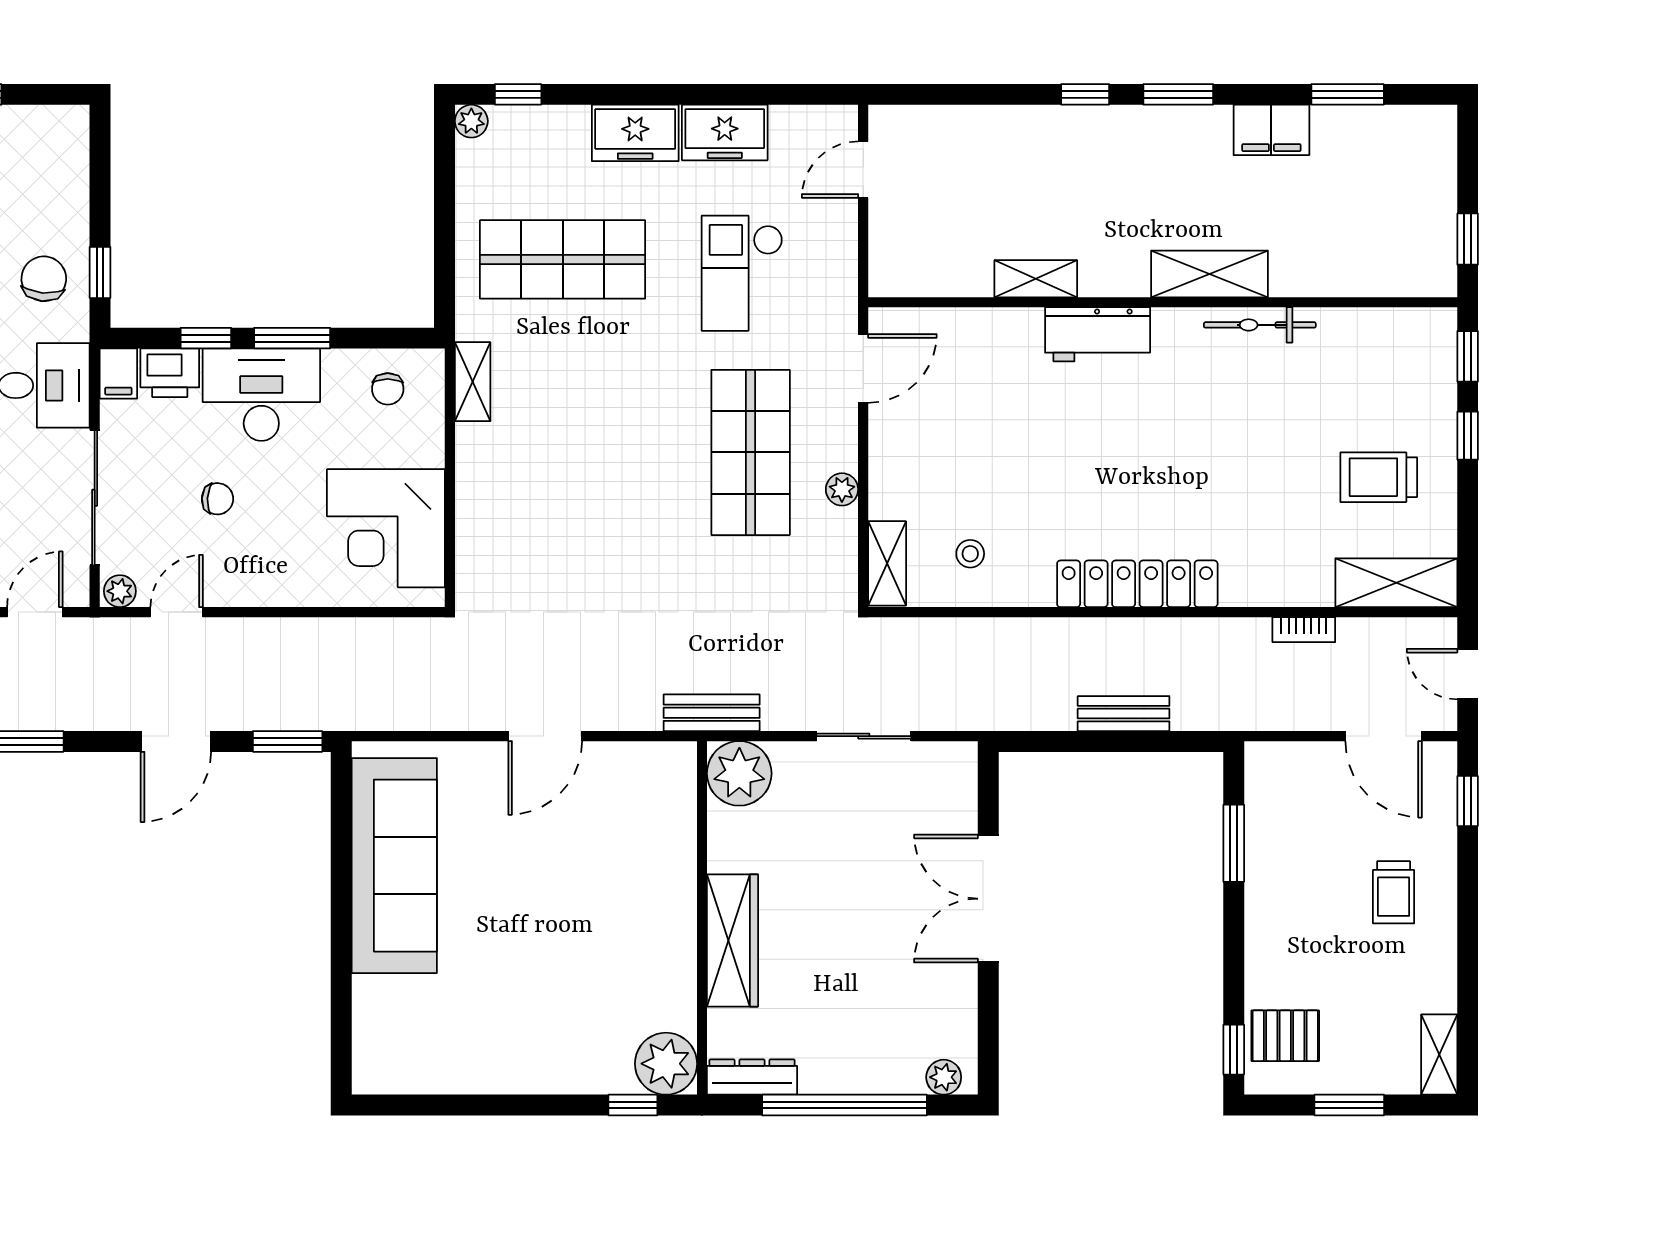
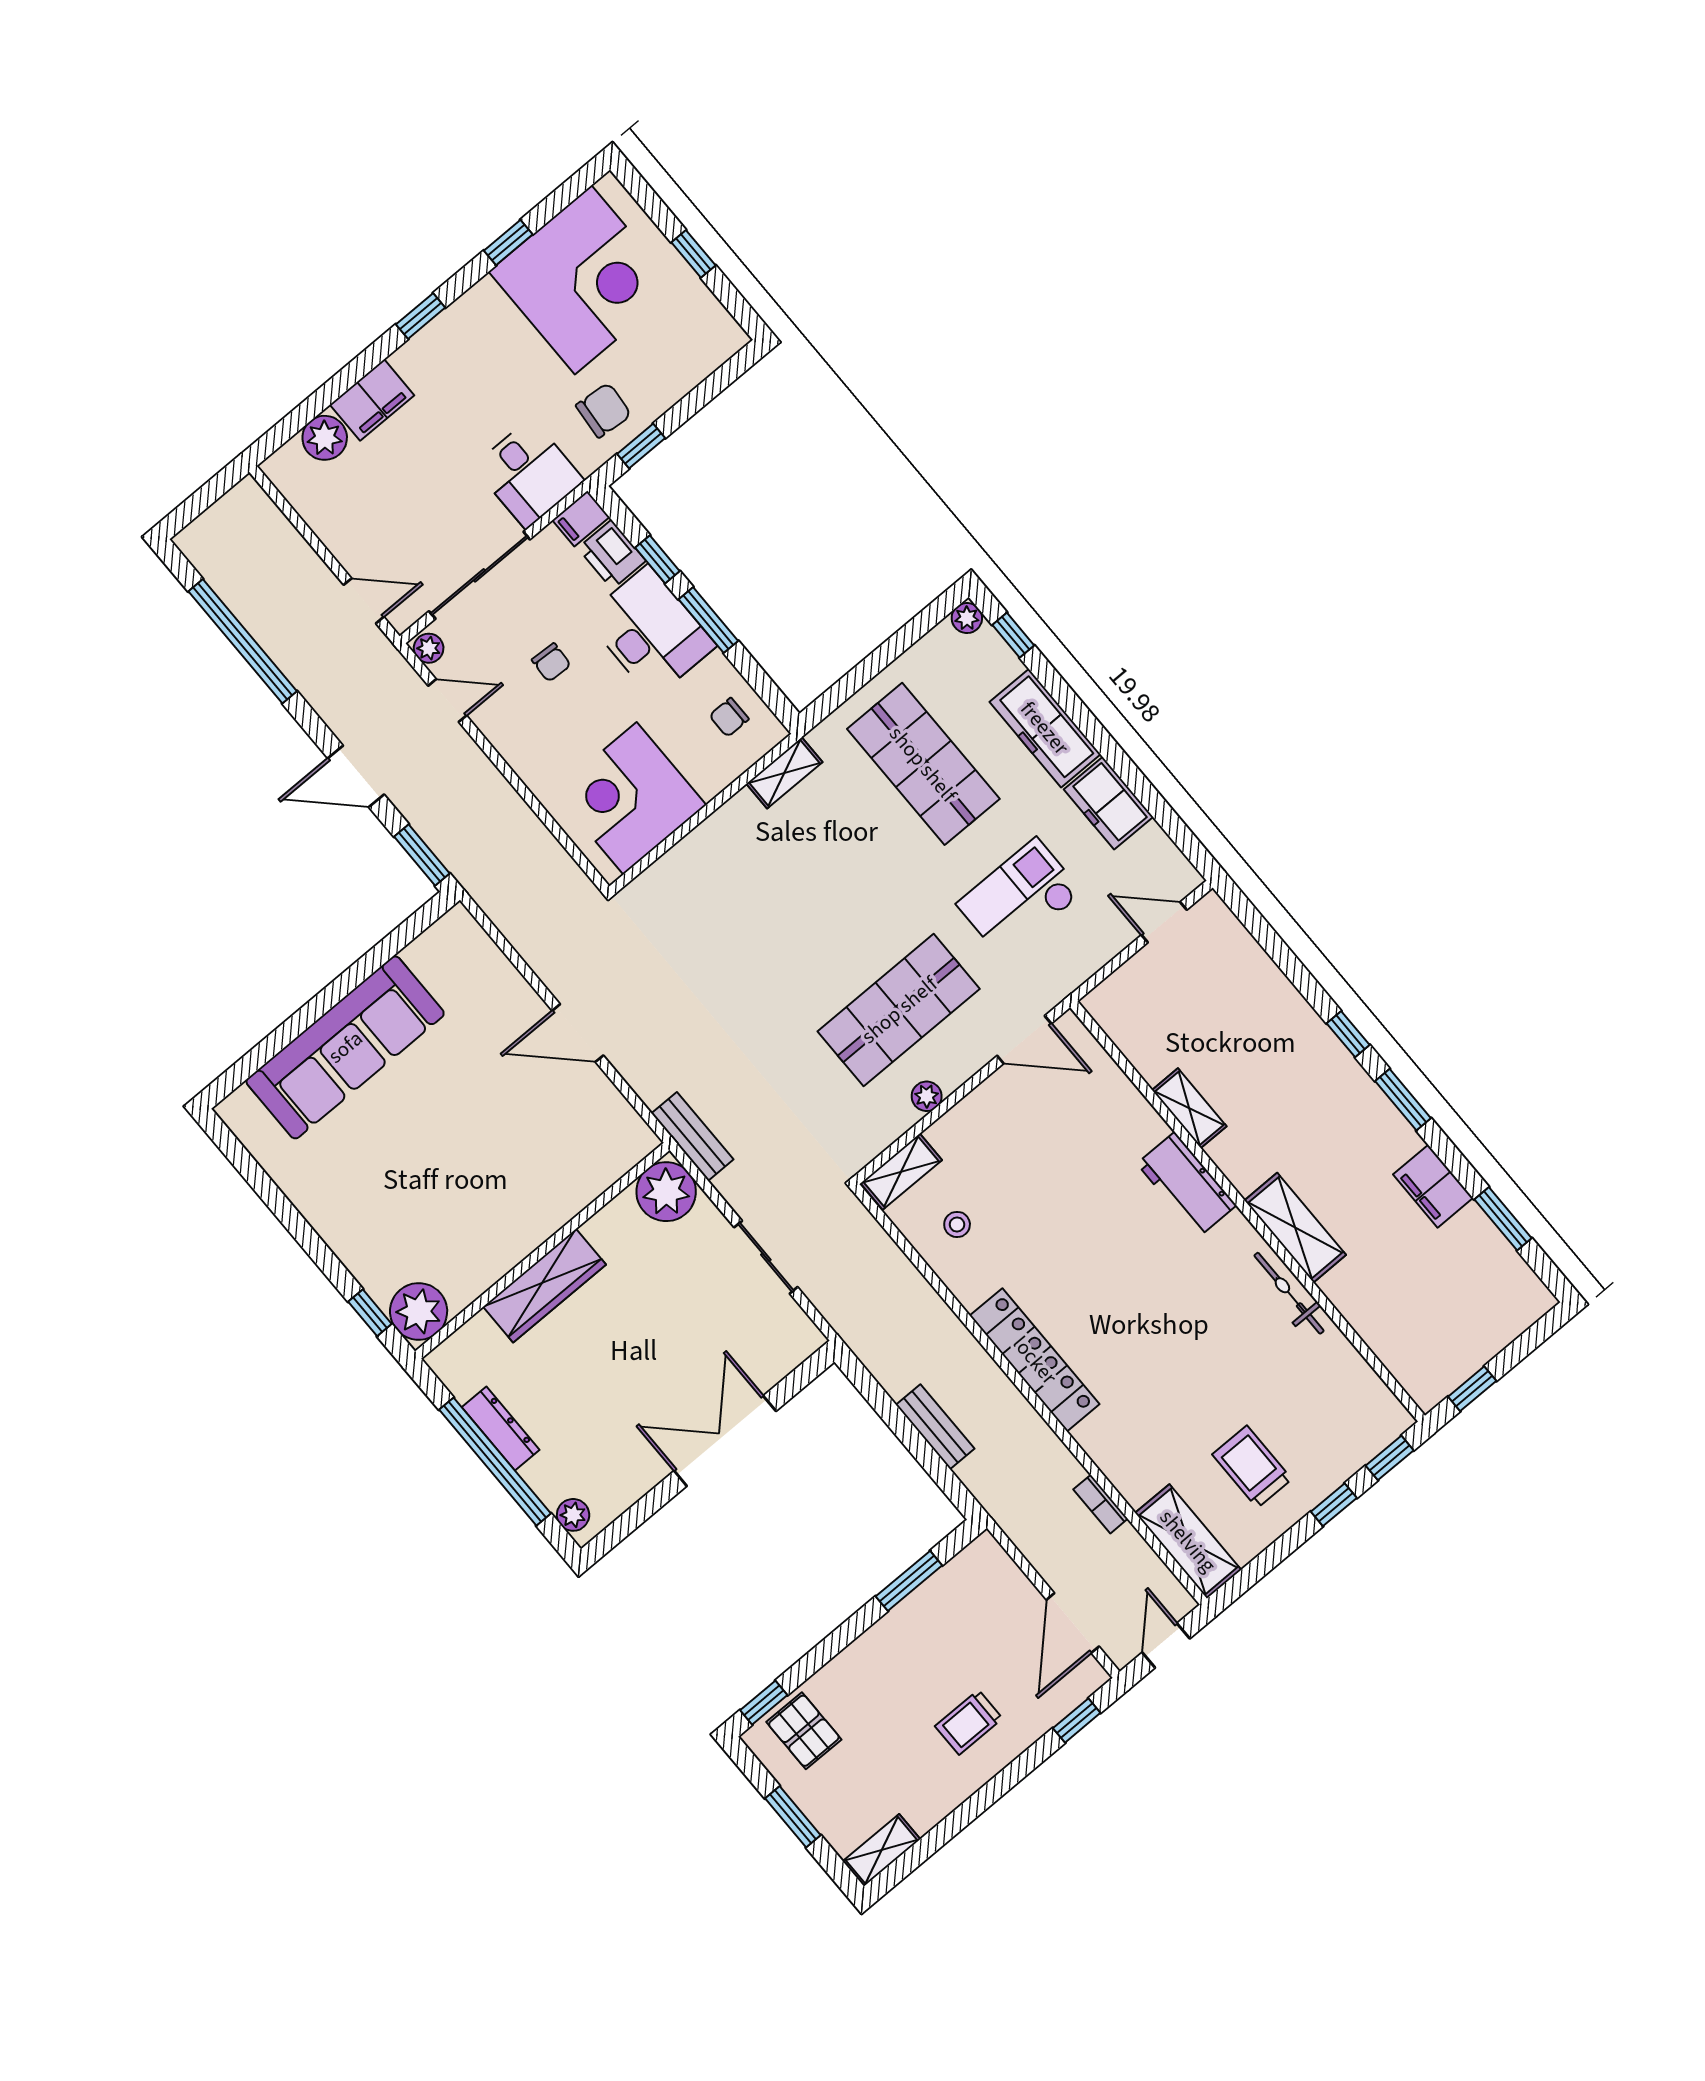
freezer: (635, 133) -> (1045, 728), width x1.40
sofa: (394, 866) -> (345, 1047), moved
dresser: (752, 1077) -> (501, 1428), moved

